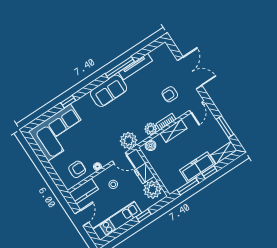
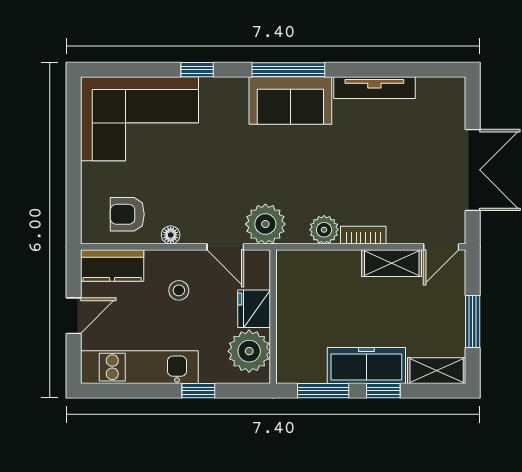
window: (120, 68) -> (288, 70), moved
armchair: (170, 94) -> (406, 186), removed
shelving: (173, 131) -> (392, 263), moved
boiler: (150, 145) -> (302, 262), removed
armchair: (77, 169) -> (127, 214), turned 180

